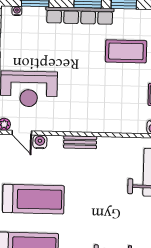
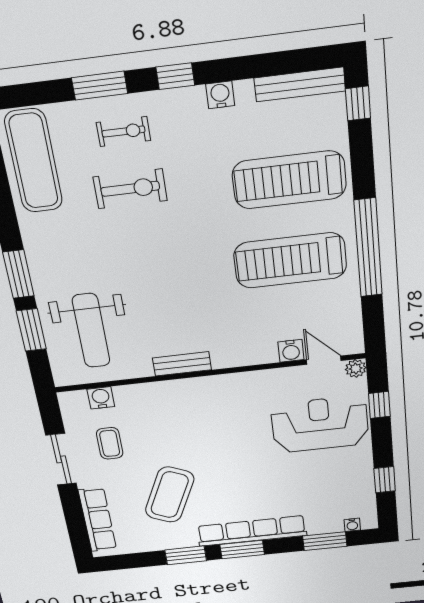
coffee table: (126, 51) -> (170, 495), turned -66
bench: (80, 142) -> (182, 364), moved

